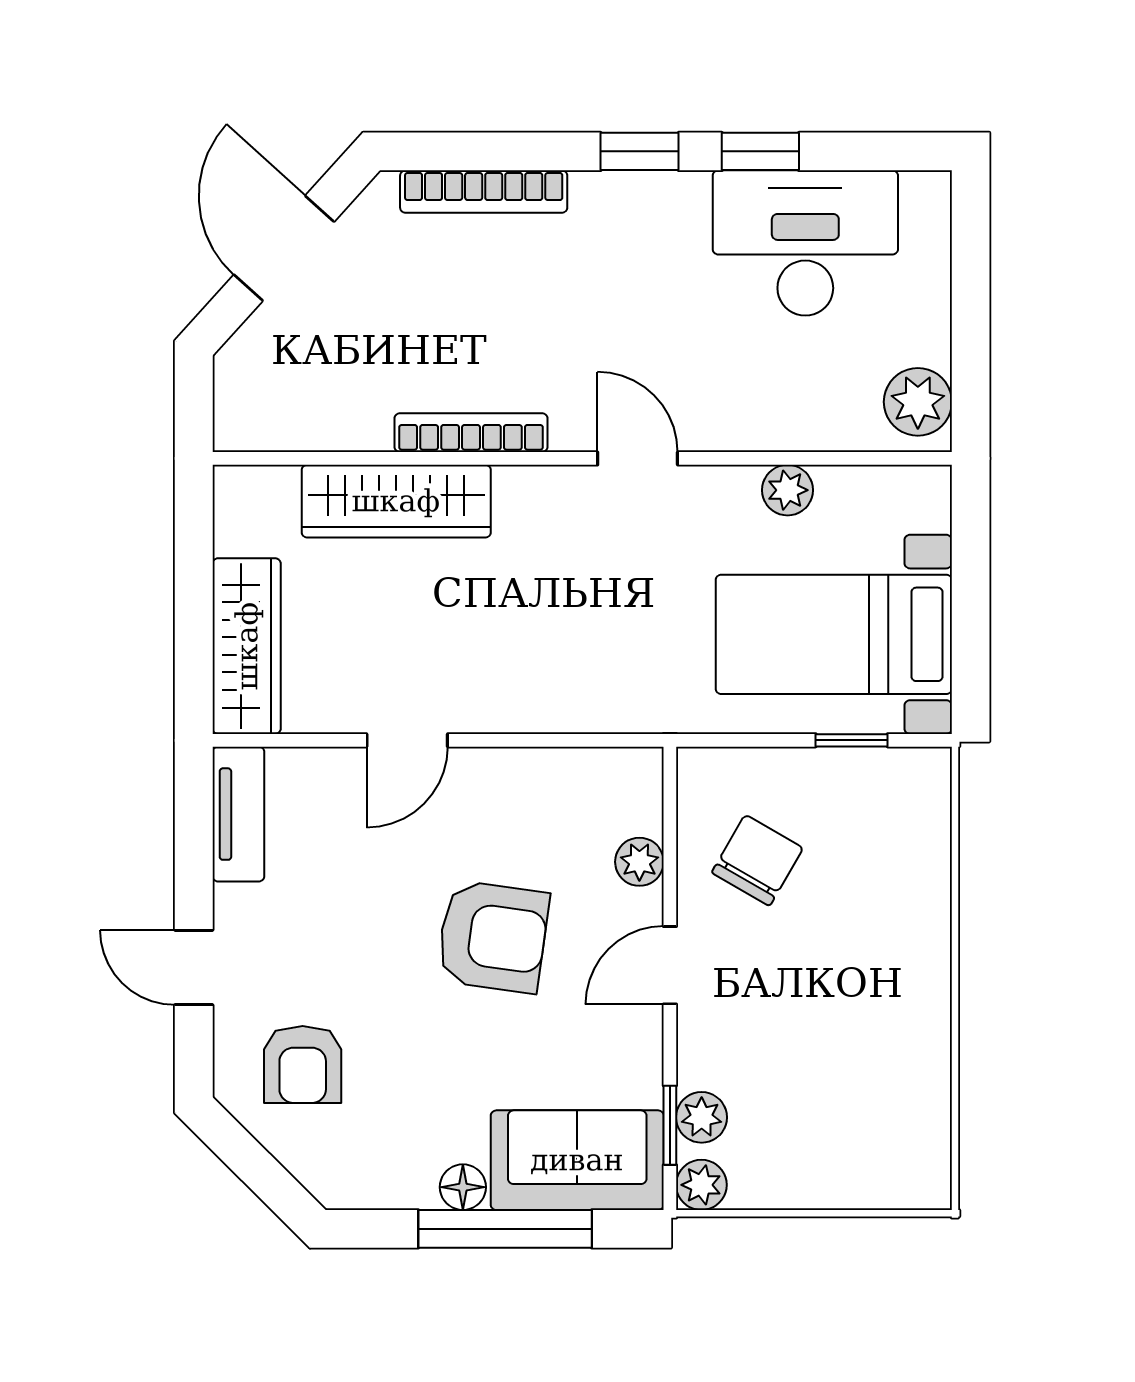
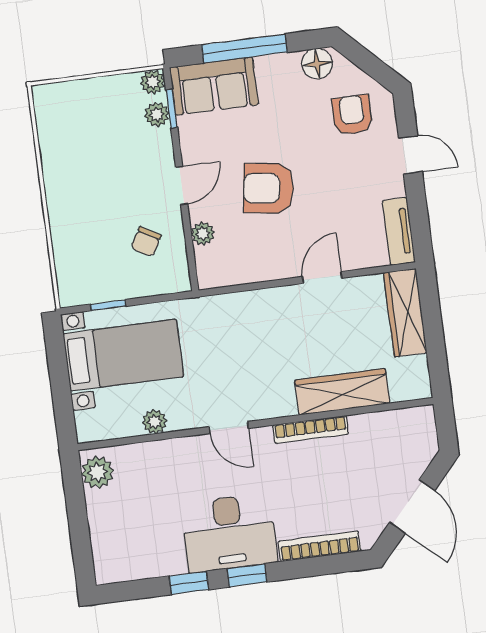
desk: (805, 243) -> (229, 533), moved
chair: (757, 860) -> (146, 242), width x0.73, depth x0.73
floor lamp: (463, 1187) -> (317, 64), moved, width x1.37, depth x1.37

